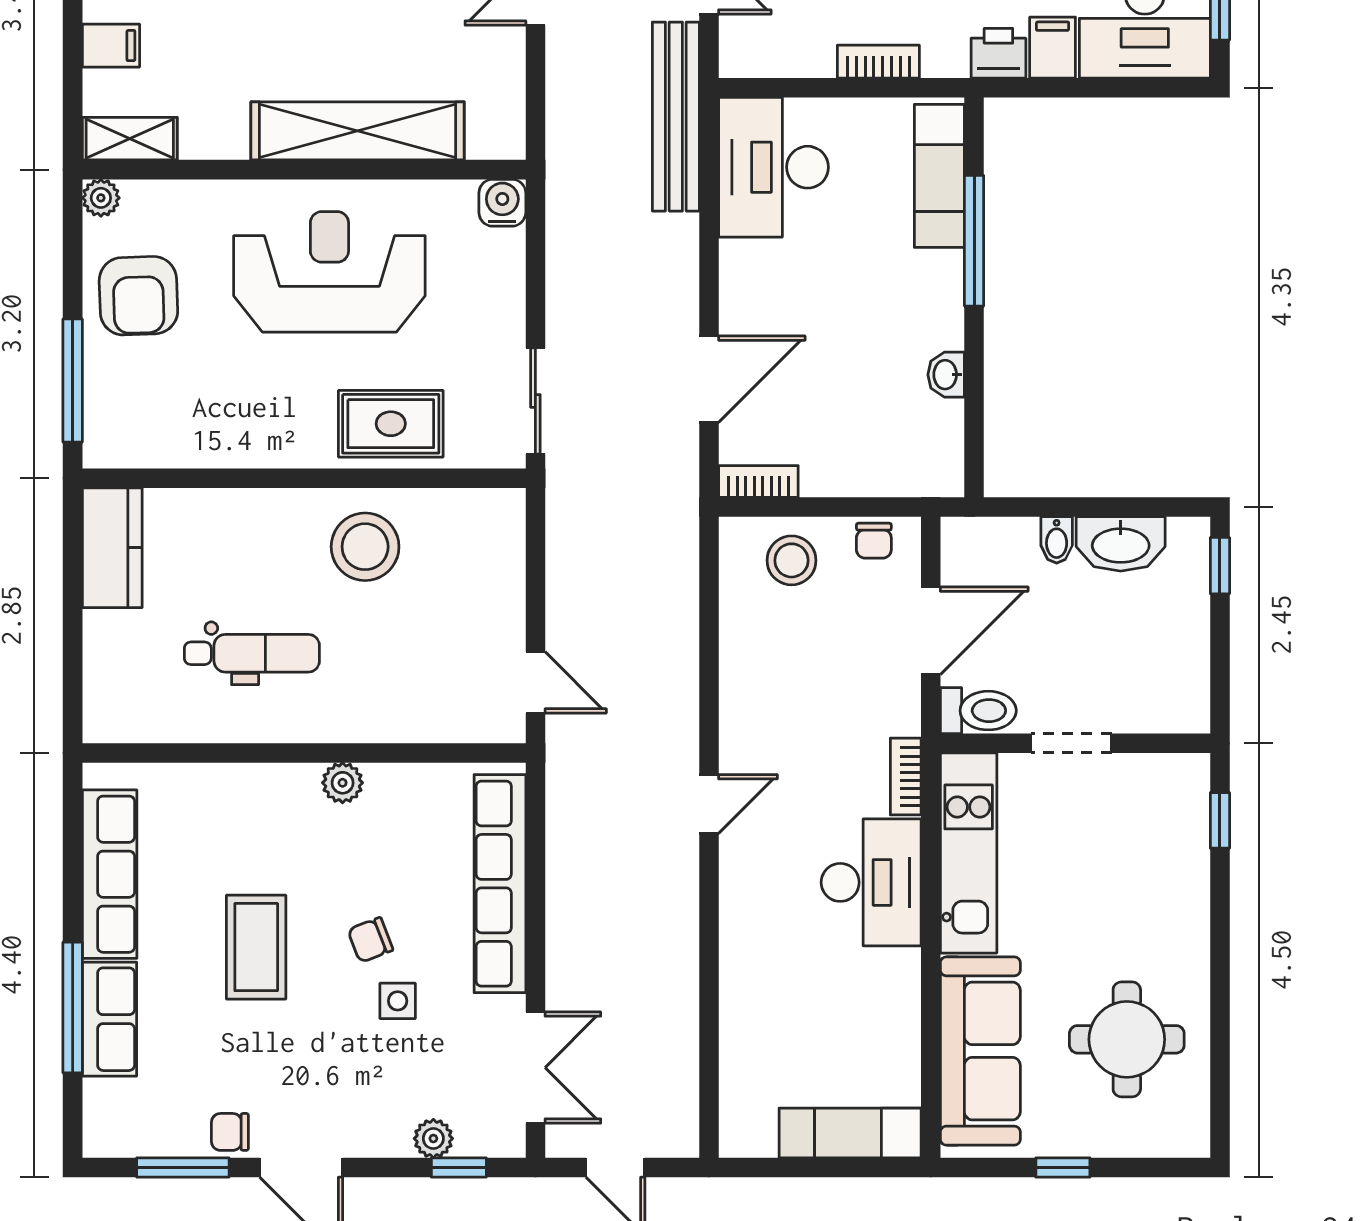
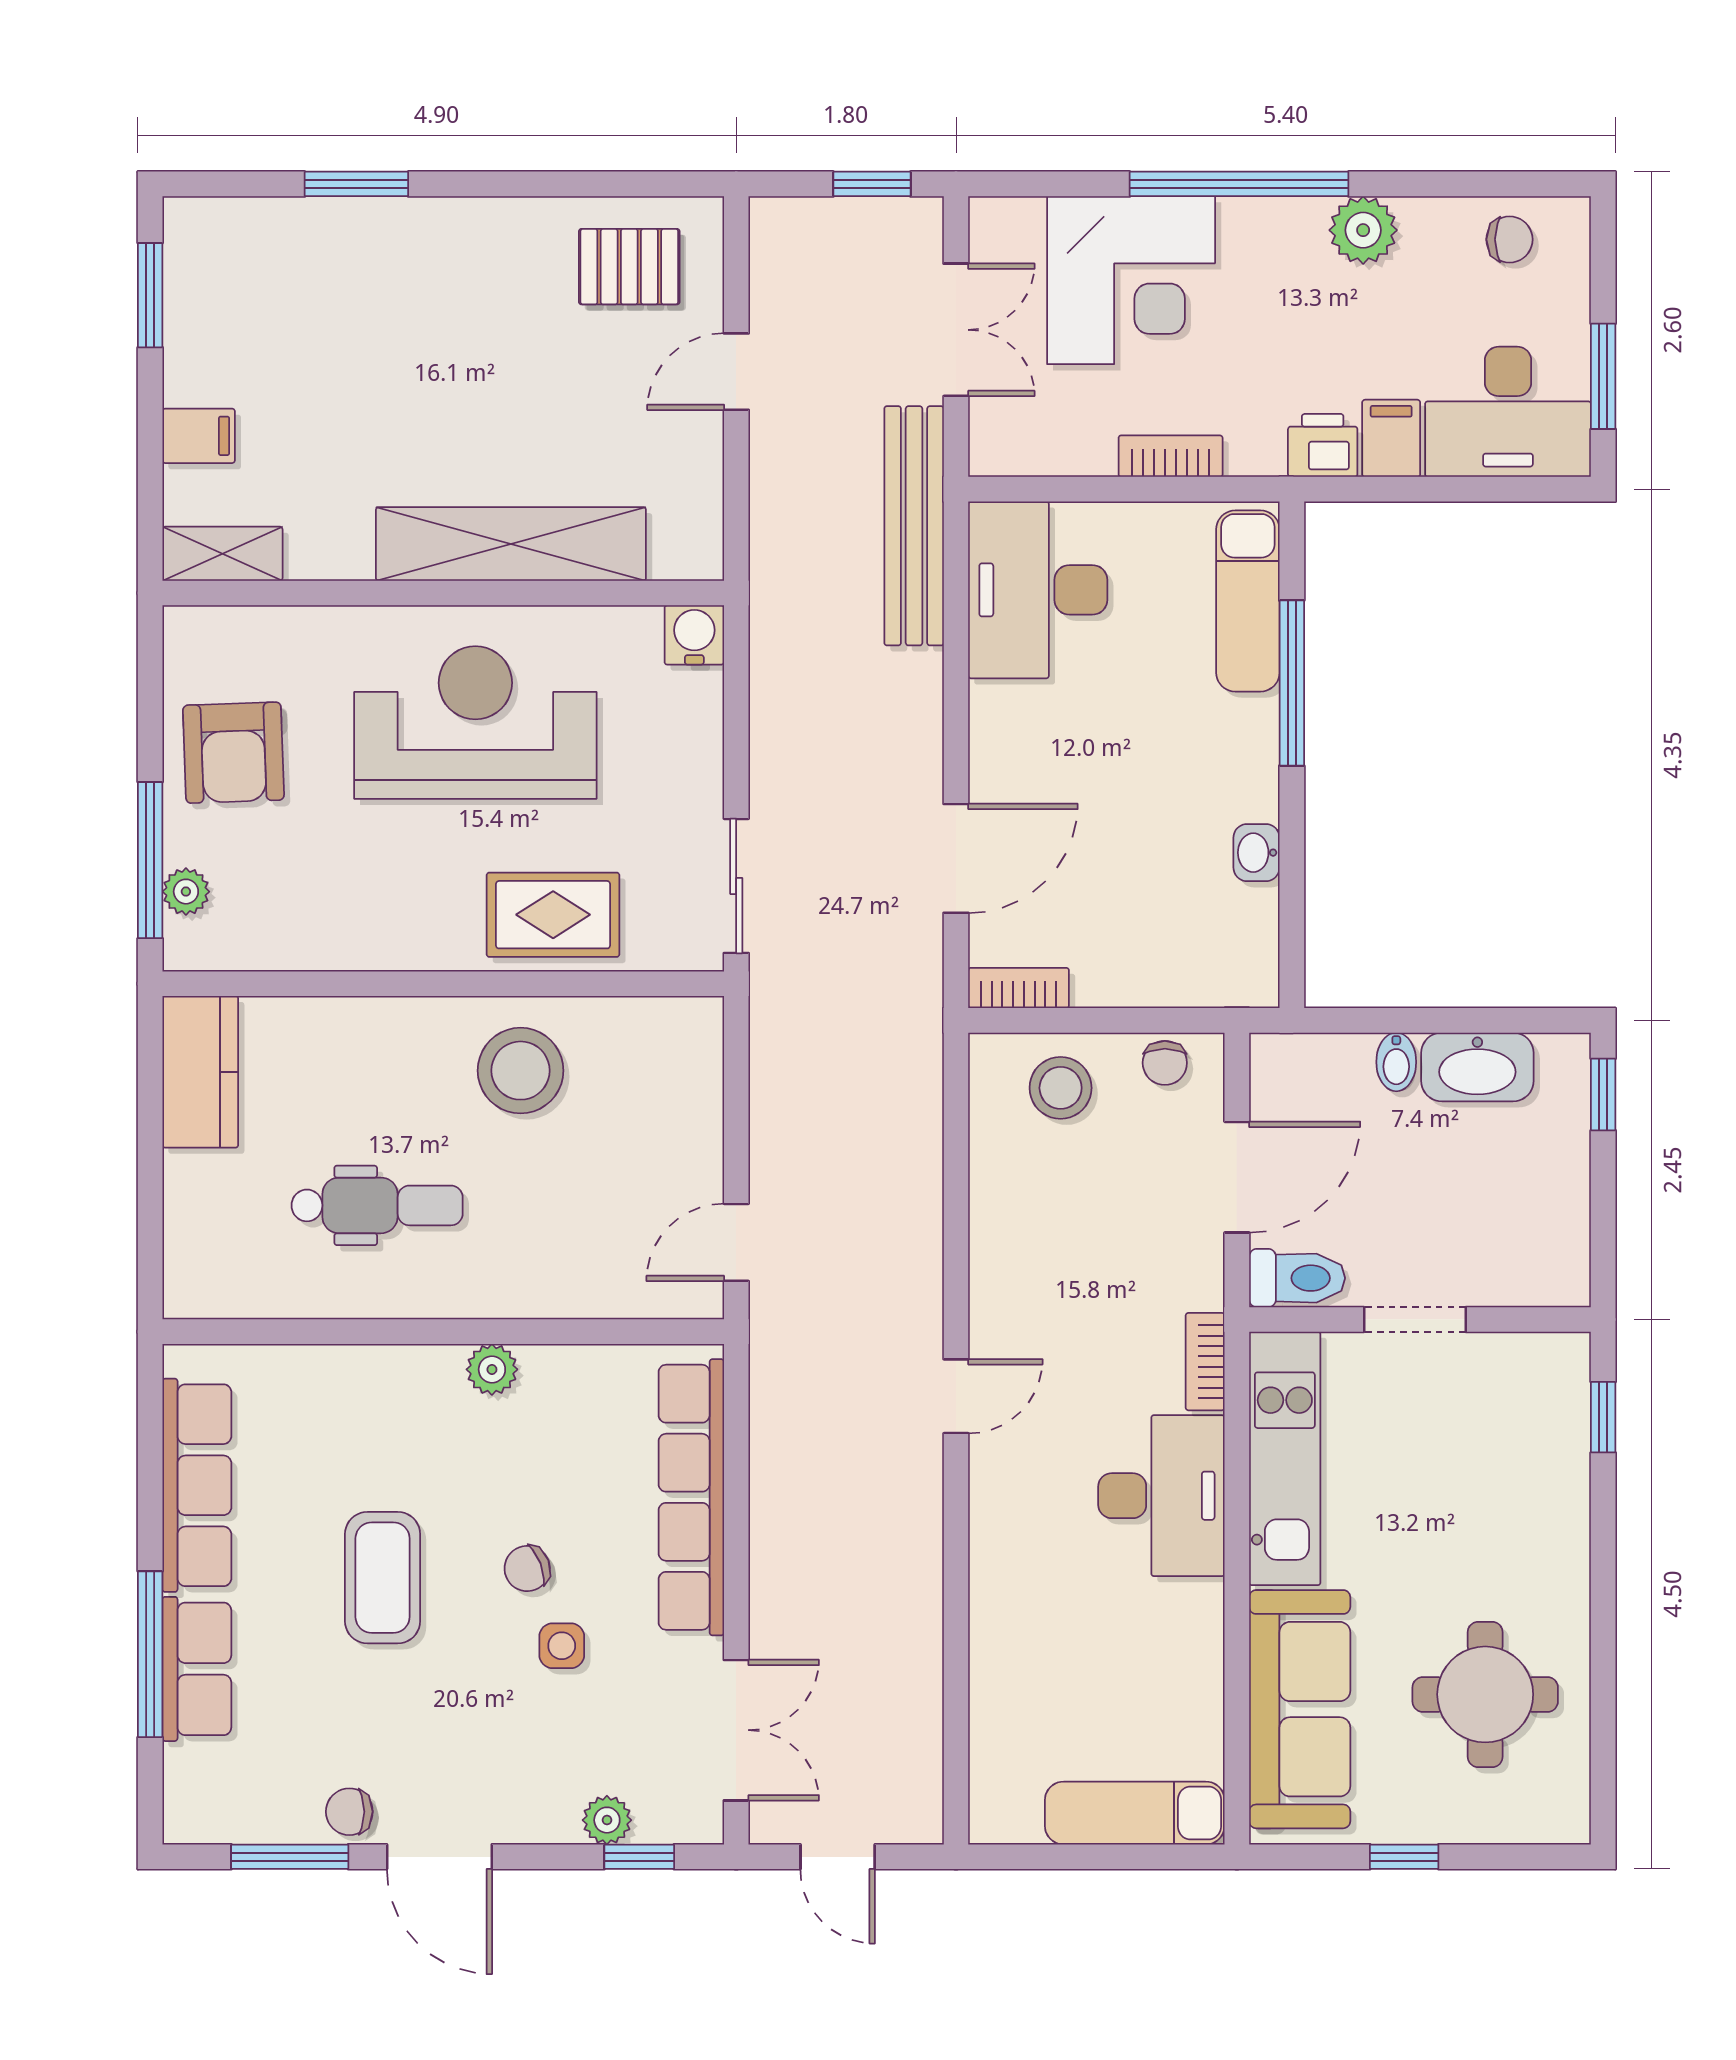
plant: (101, 198) -> (186, 892), moved
door: (535, 682) -> (736, 1242), swing flipped

